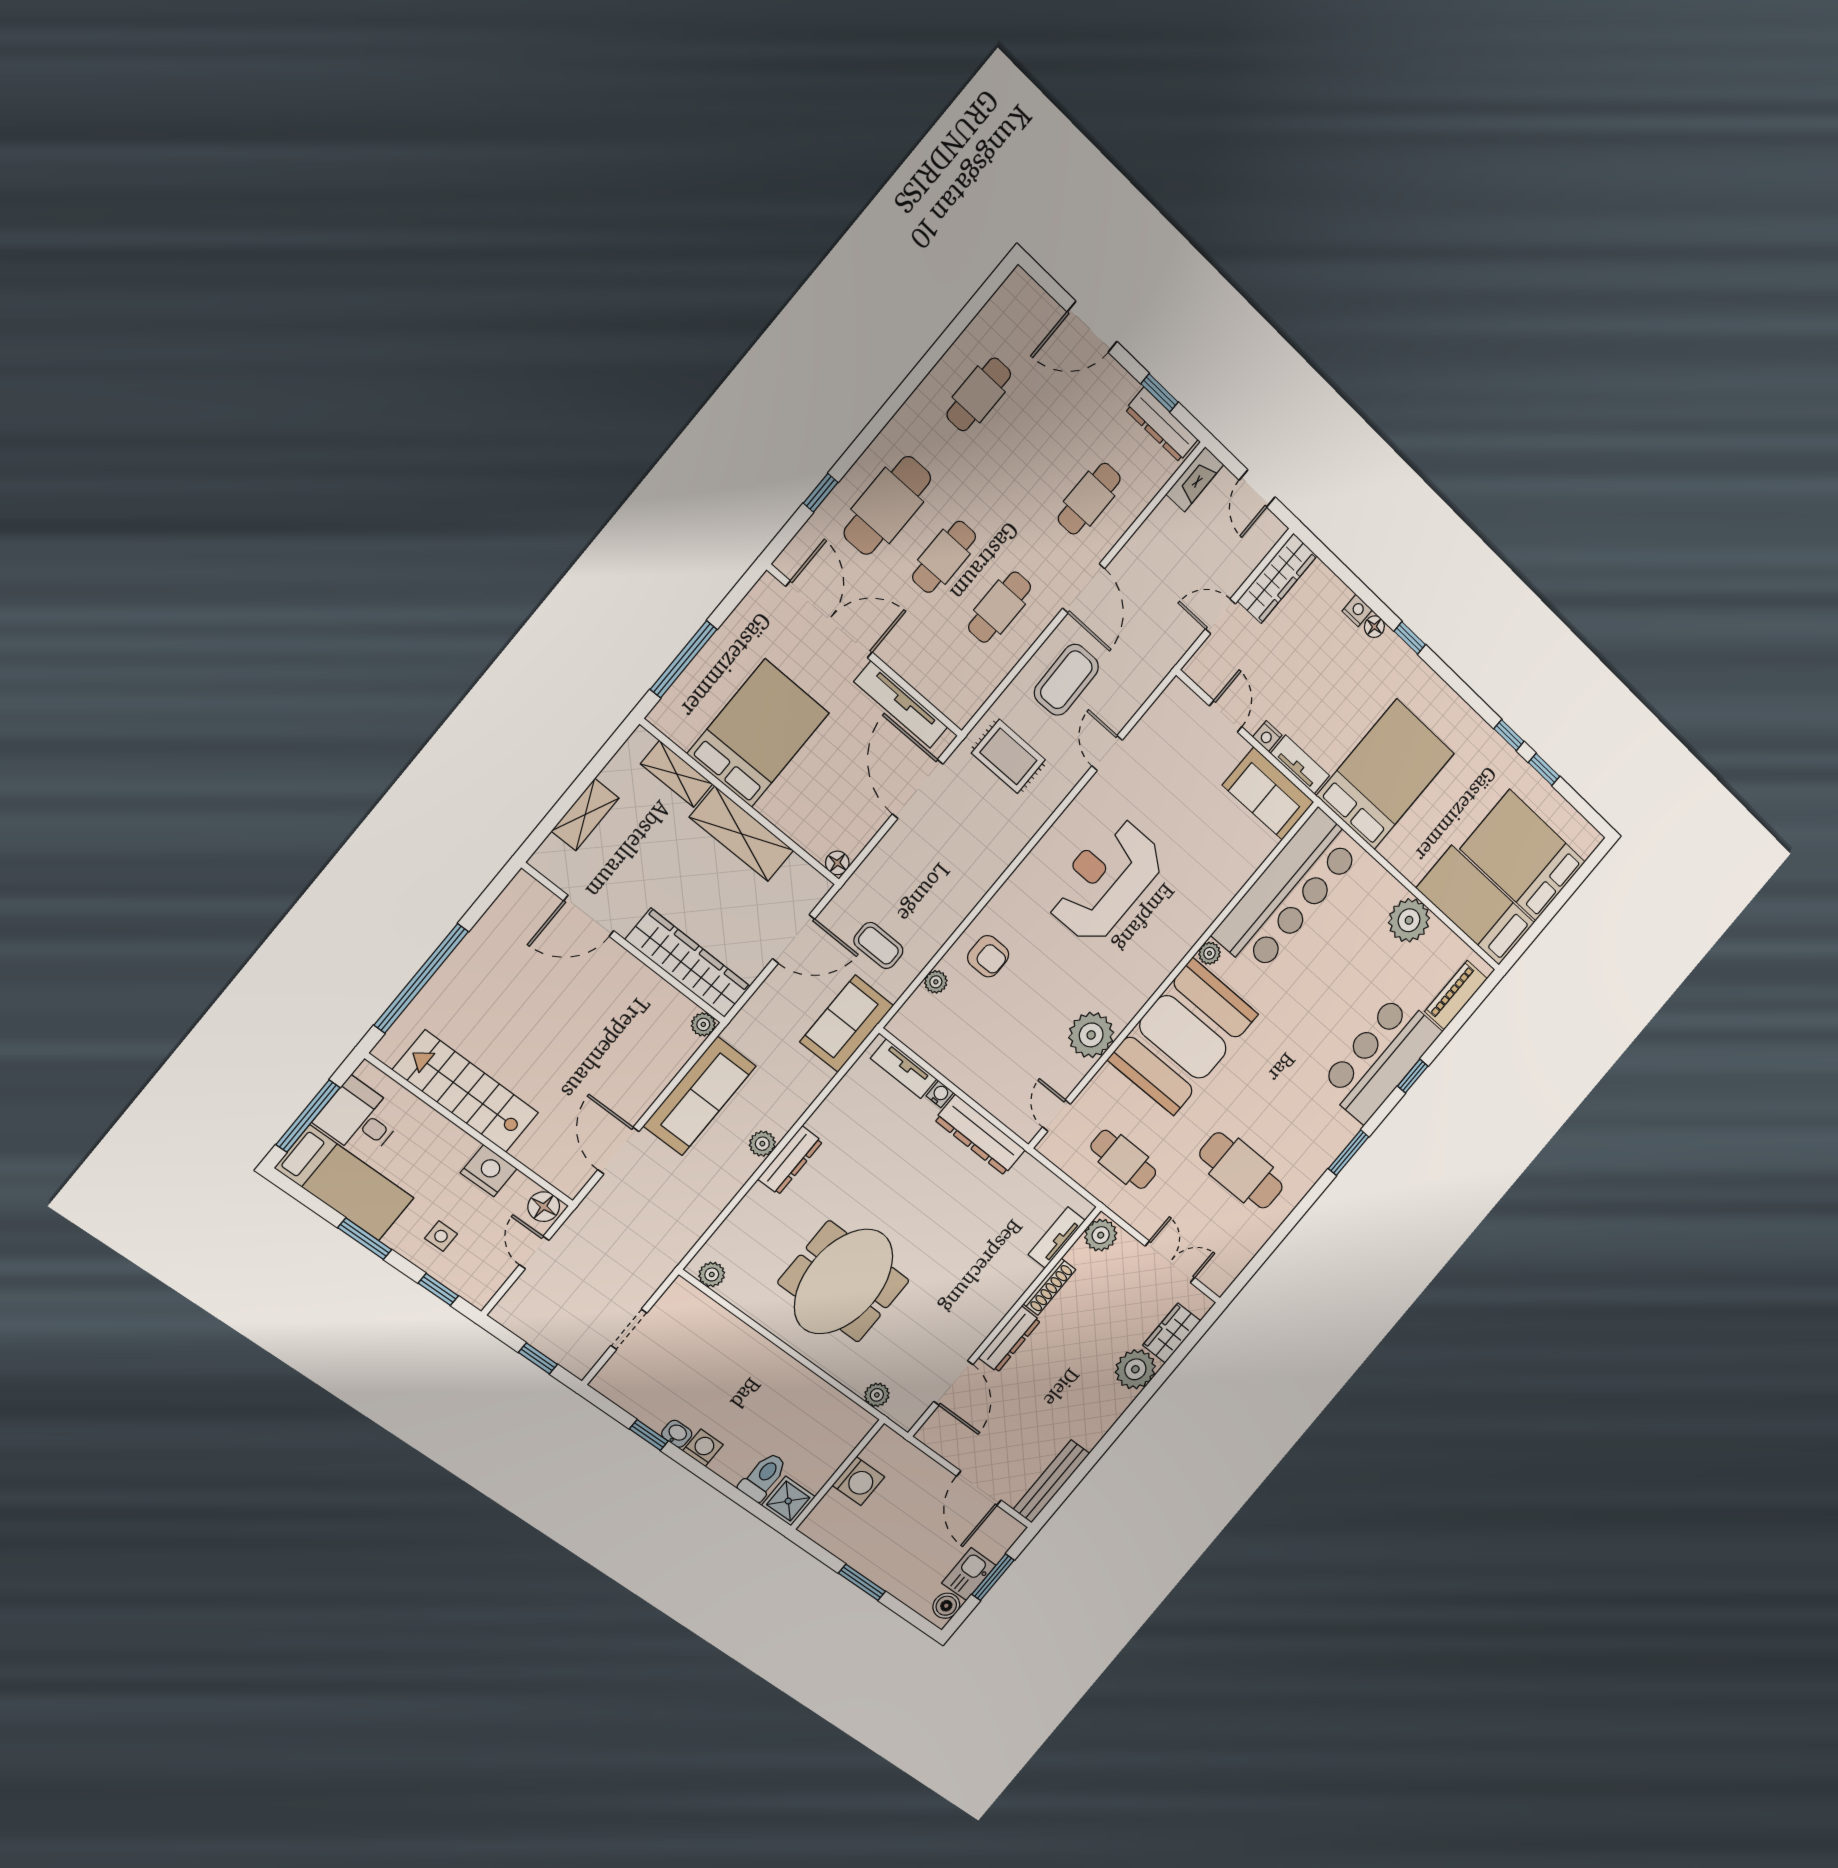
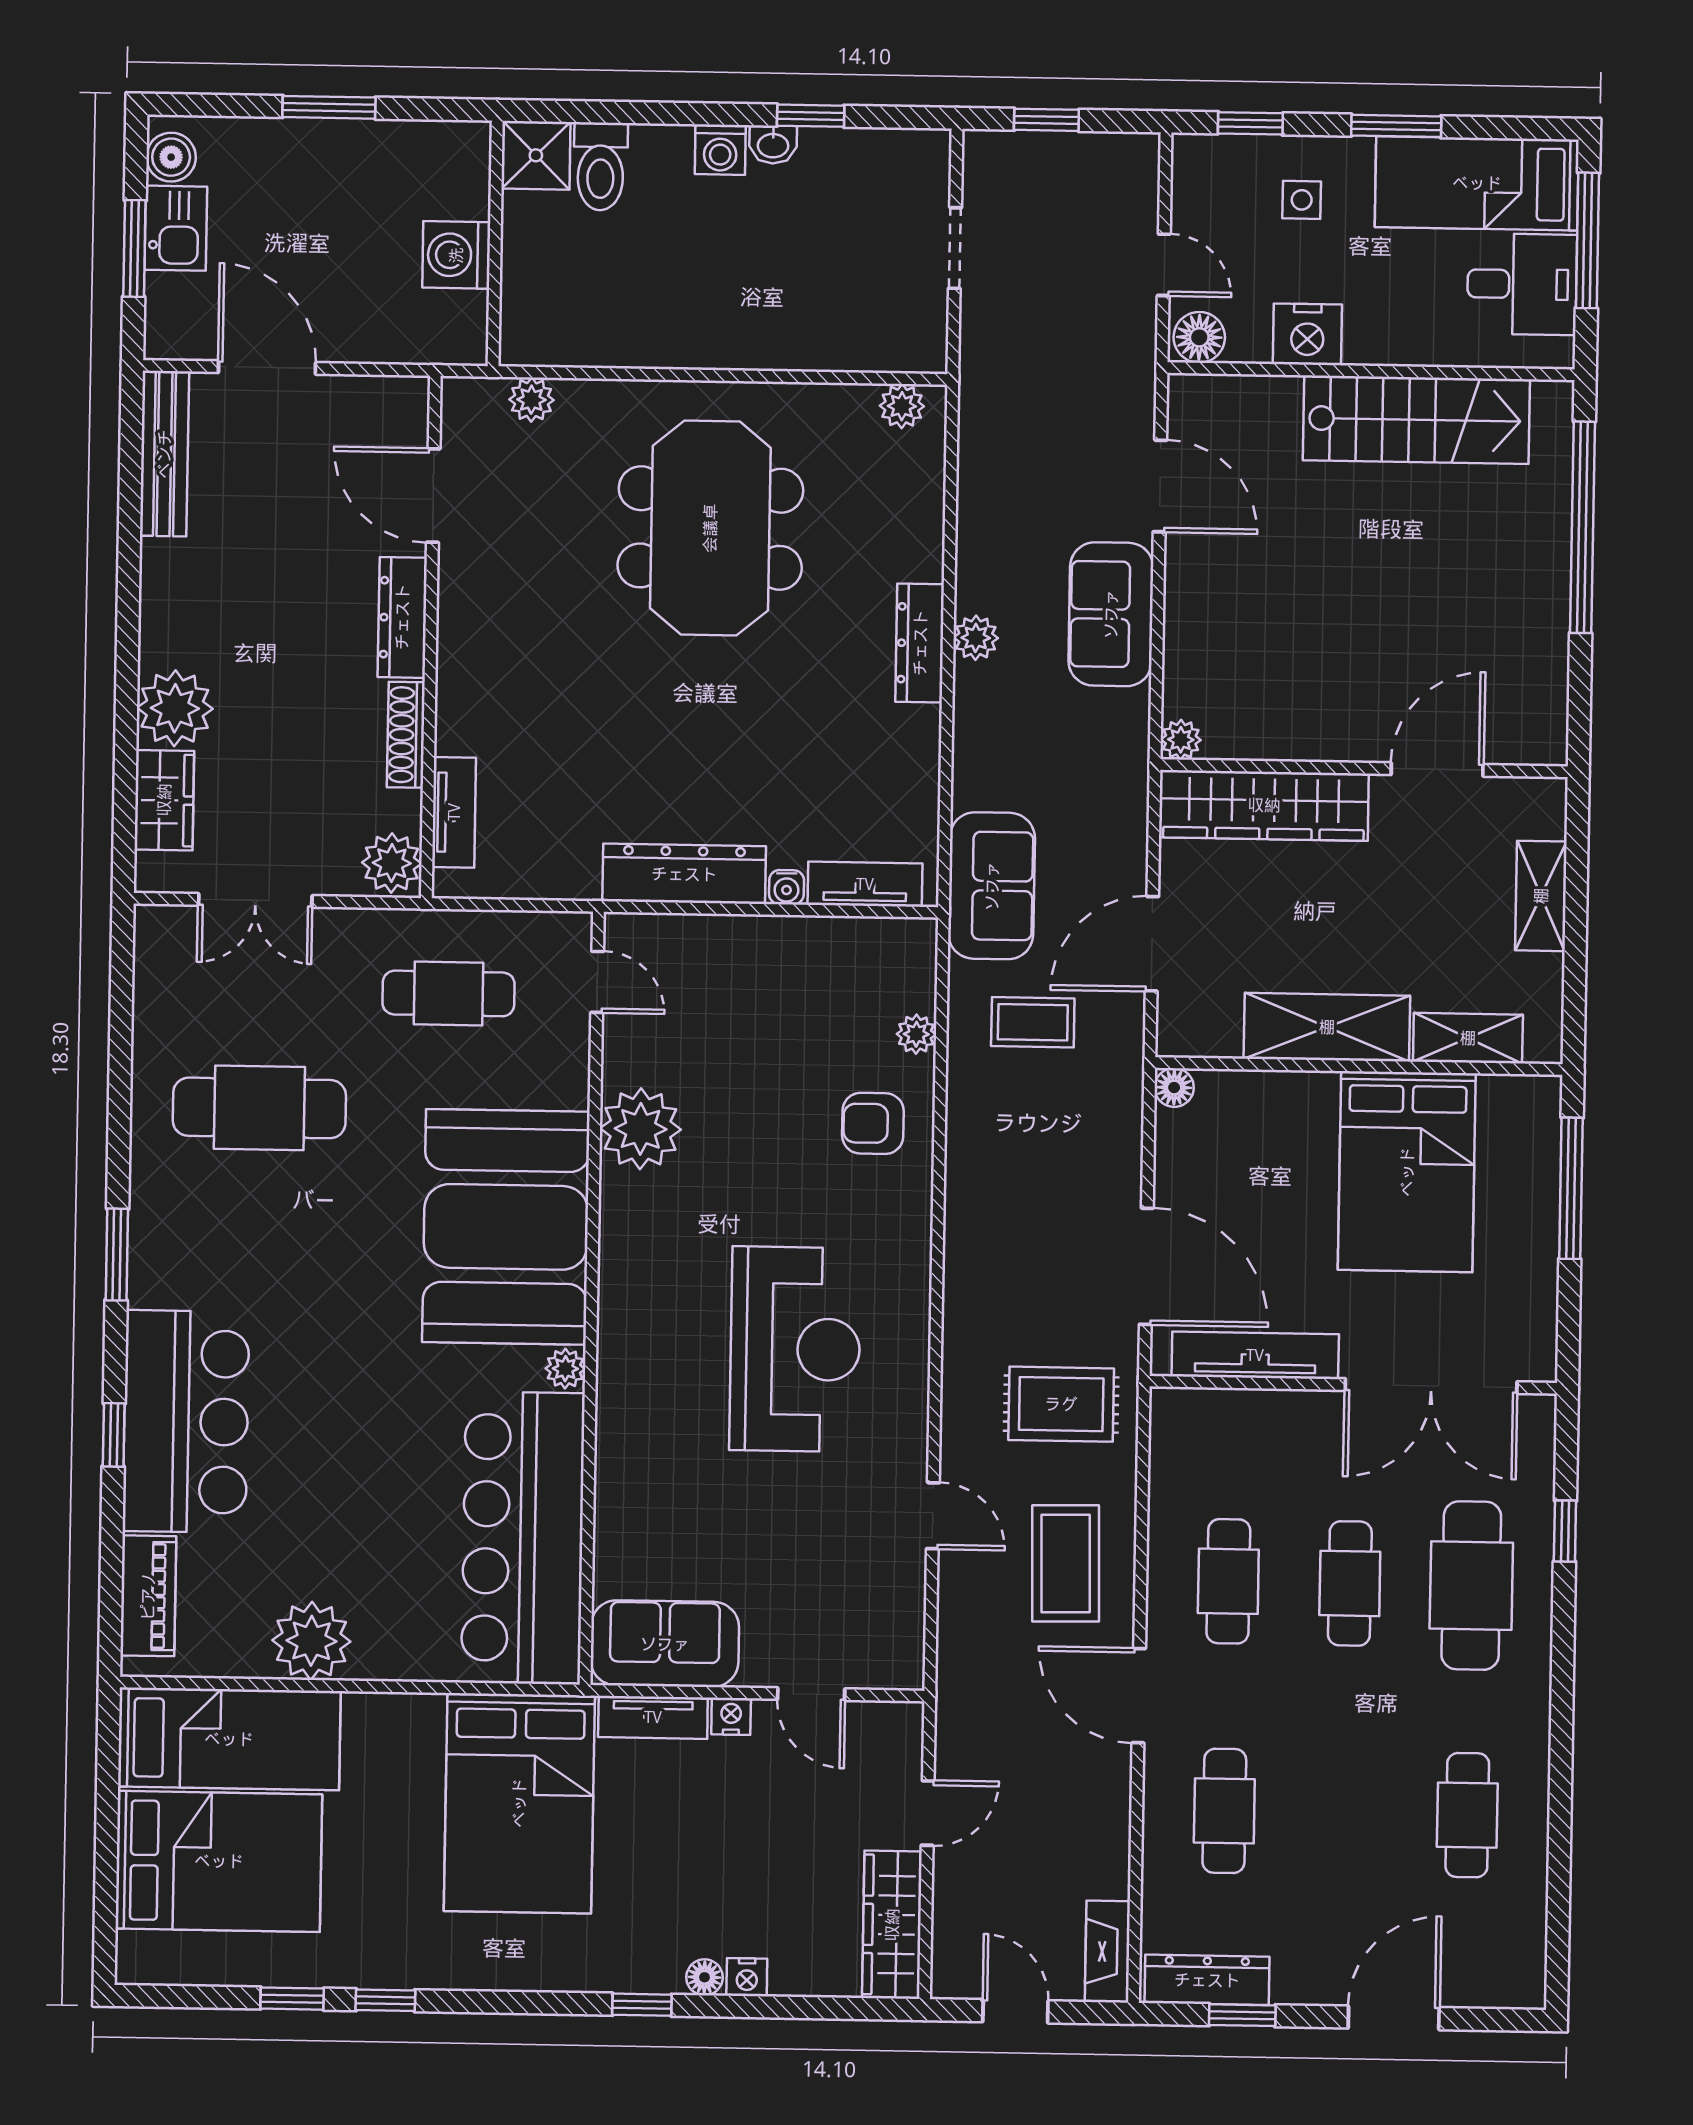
sofa: (700, 1096) -> (1111, 614), width x0.73

